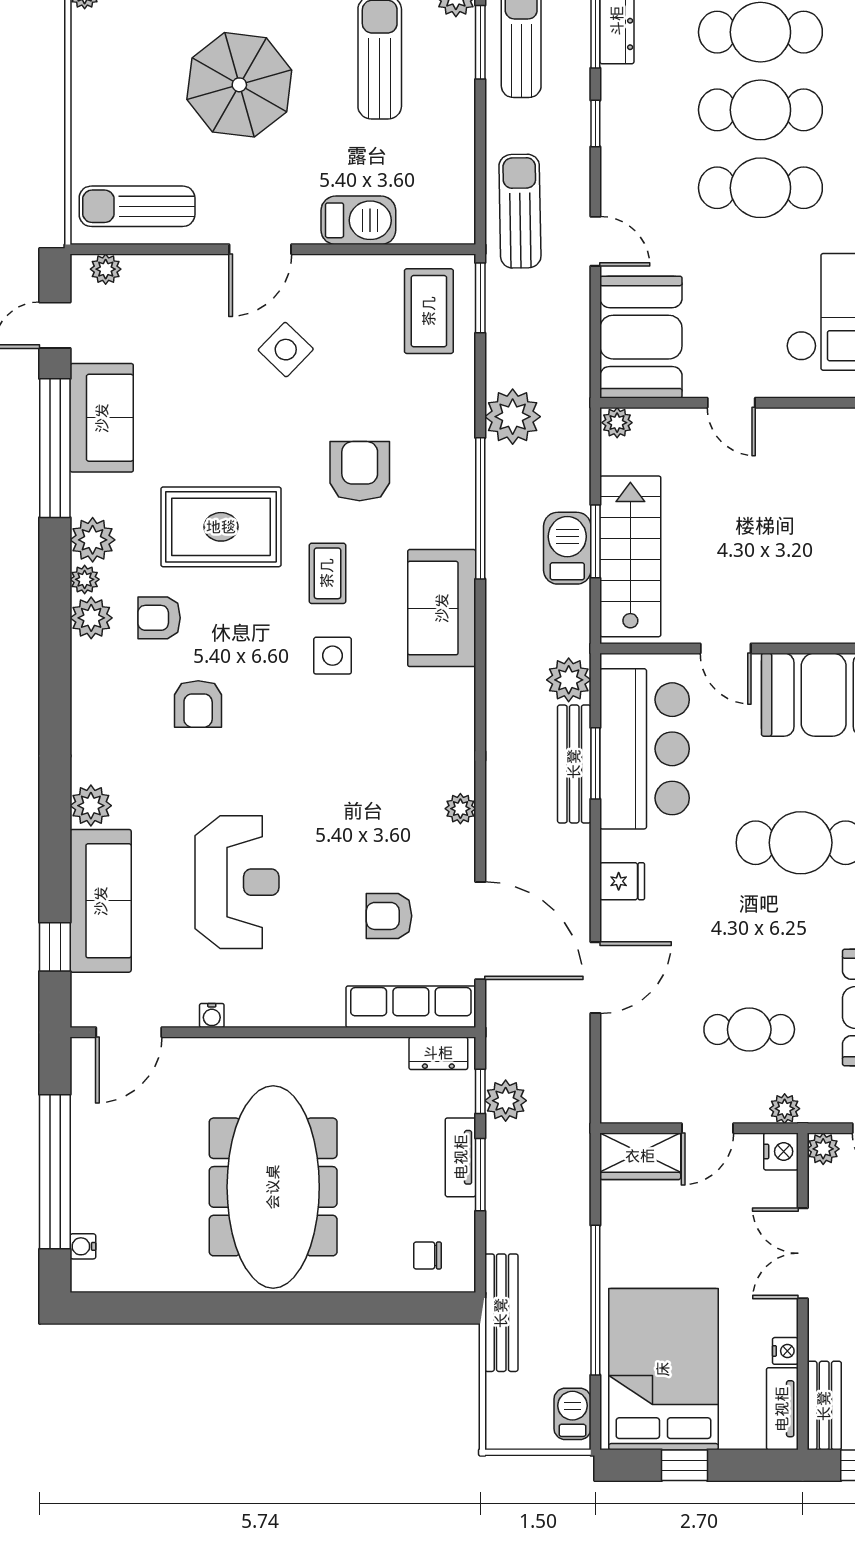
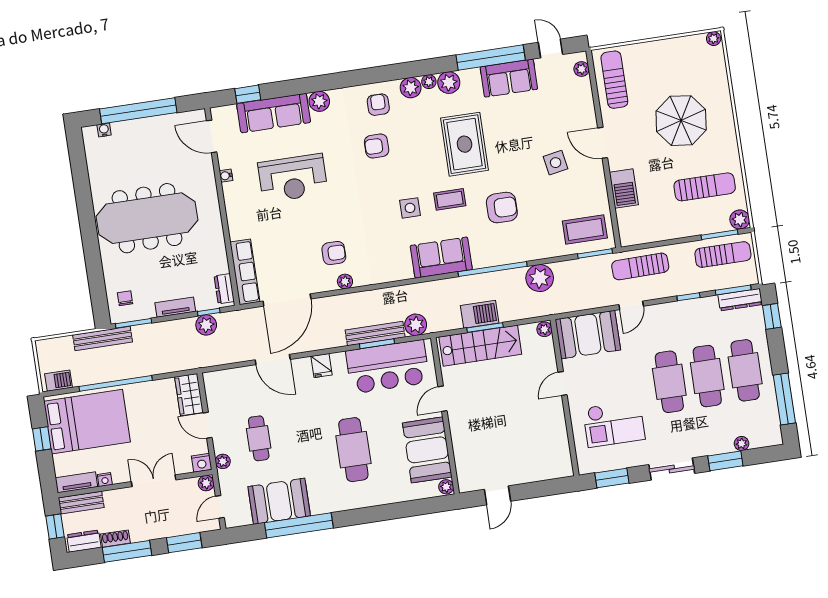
sun lounger: (520, 211) -> (640, 266), turned 180
side table: (286, 350) -> (556, 163), turned 36
armchair: (159, 618) -> (378, 105), moved
armchair: (389, 916) -> (334, 253), moved, turned 90
window: (480, 1175) -> (134, 323), moved

